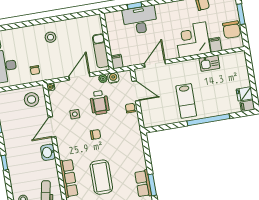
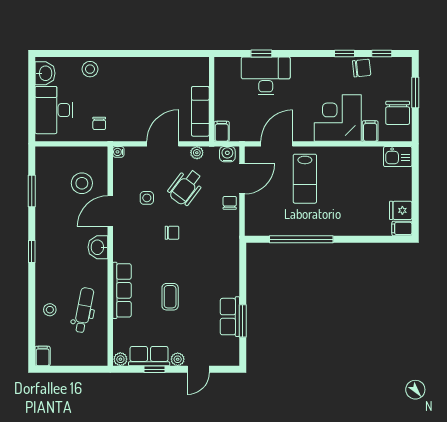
stool: (50, 37) -> (90, 69), moved
kitchen sink: (209, 63) -> (398, 157), moved
water cooler: (113, 78) -> (227, 154), moved
door: (136, 91) -> (242, 179), hinge flipped
stool: (32, 99) -> (82, 183), moved
lab bench: (186, 101) -> (305, 179), moved
wheelchair: (99, 103) -> (186, 187), turned 37
window: (208, 120) -> (301, 239), moved
coffee table: (101, 177) -> (170, 297), width x0.54, depth x0.58

